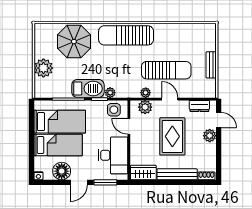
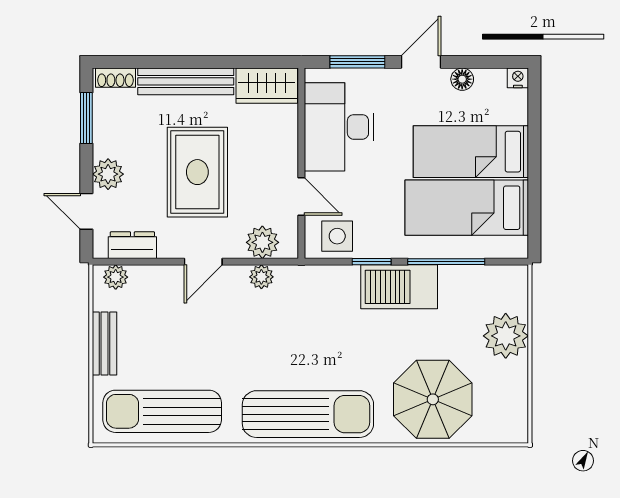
sun lounger: (166, 70) -> (162, 411), moved
plant: (110, 93) -> (116, 277), moved
door: (170, 99) -> (203, 262), hinge flipped
window: (219, 159) -> (86, 118), added
floor lamp: (62, 171) -> (462, 79), width x0.53, depth x0.53

